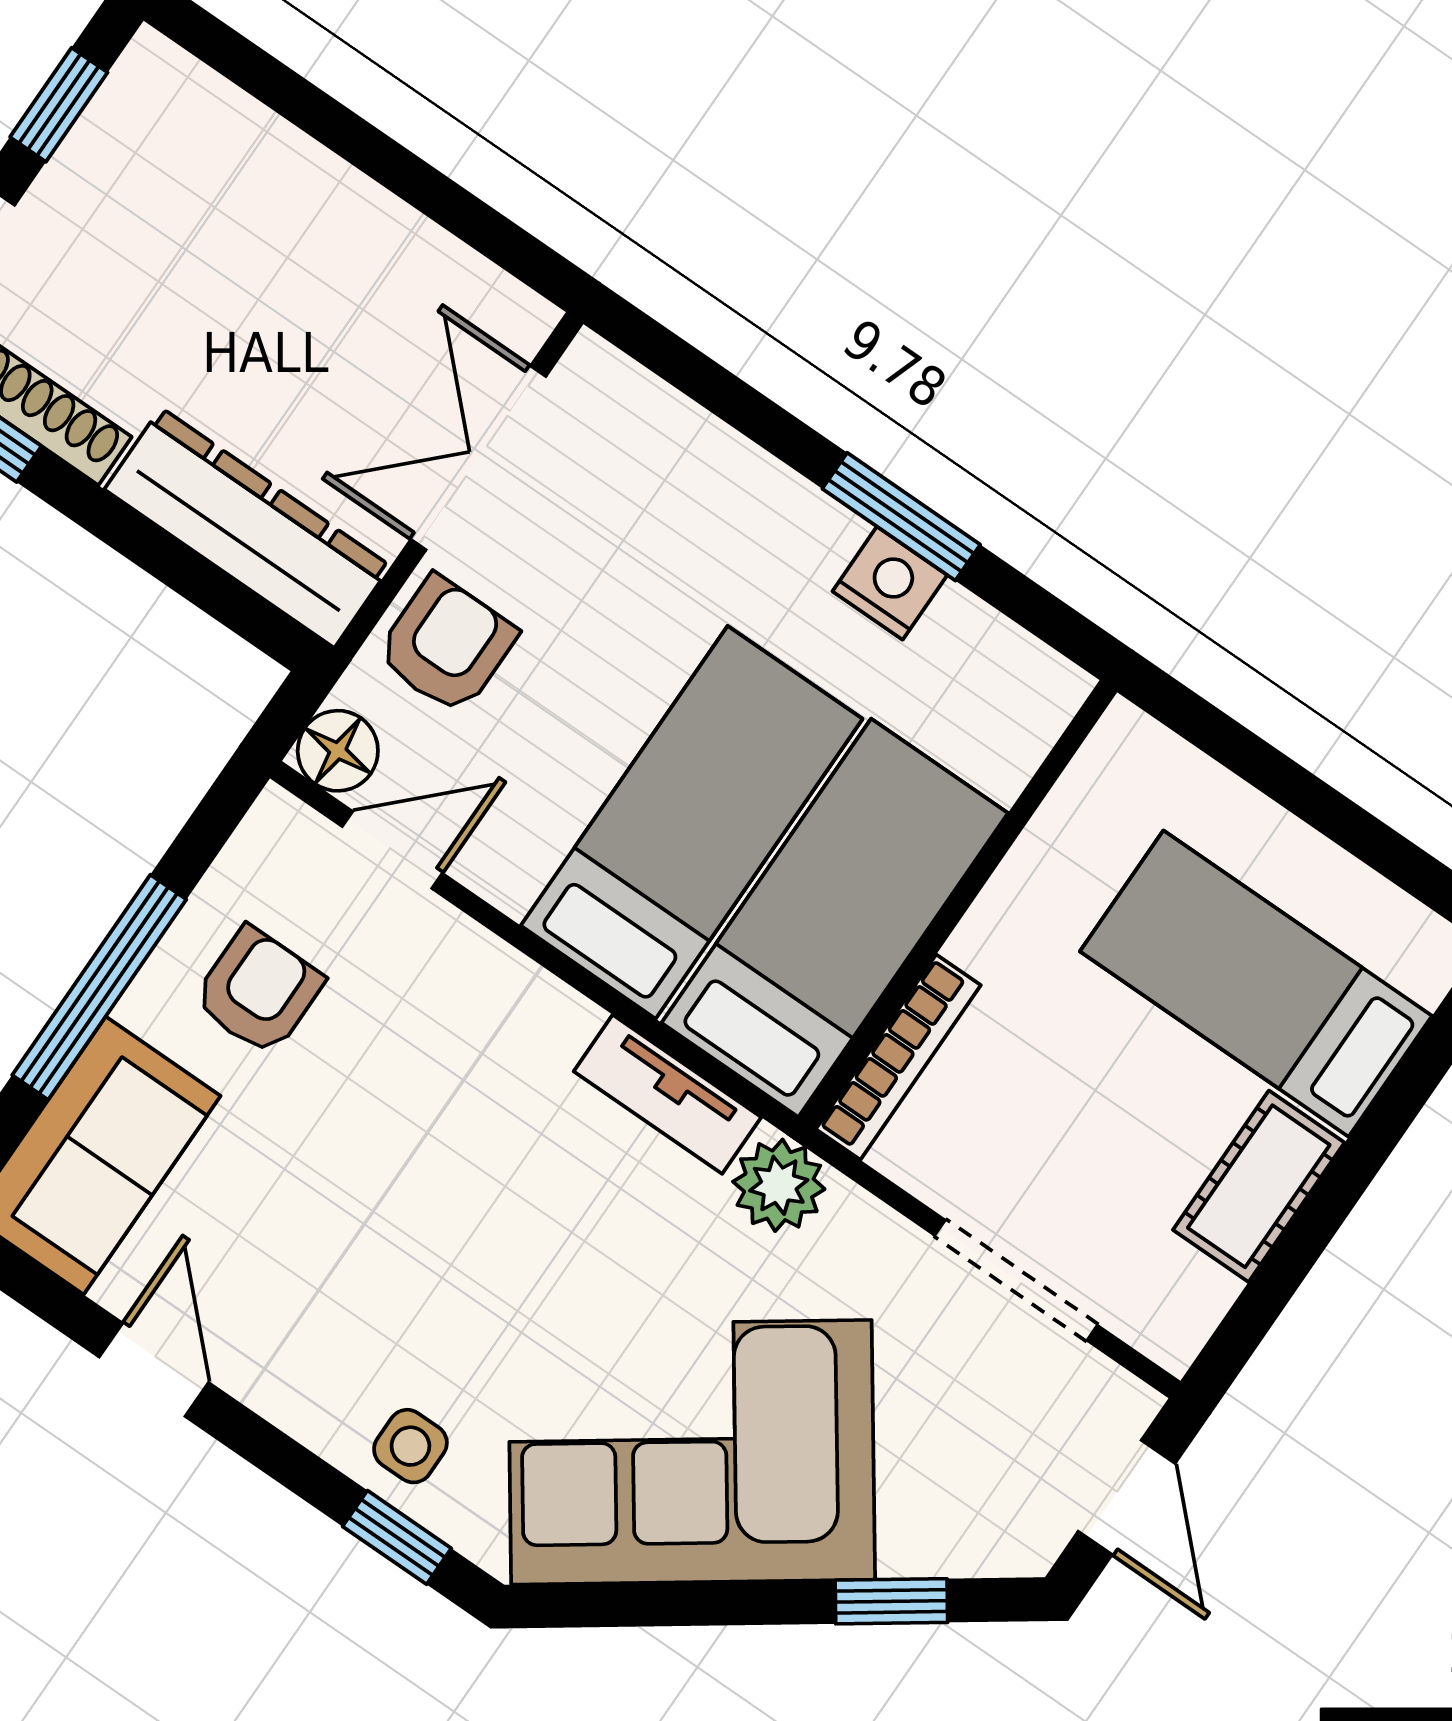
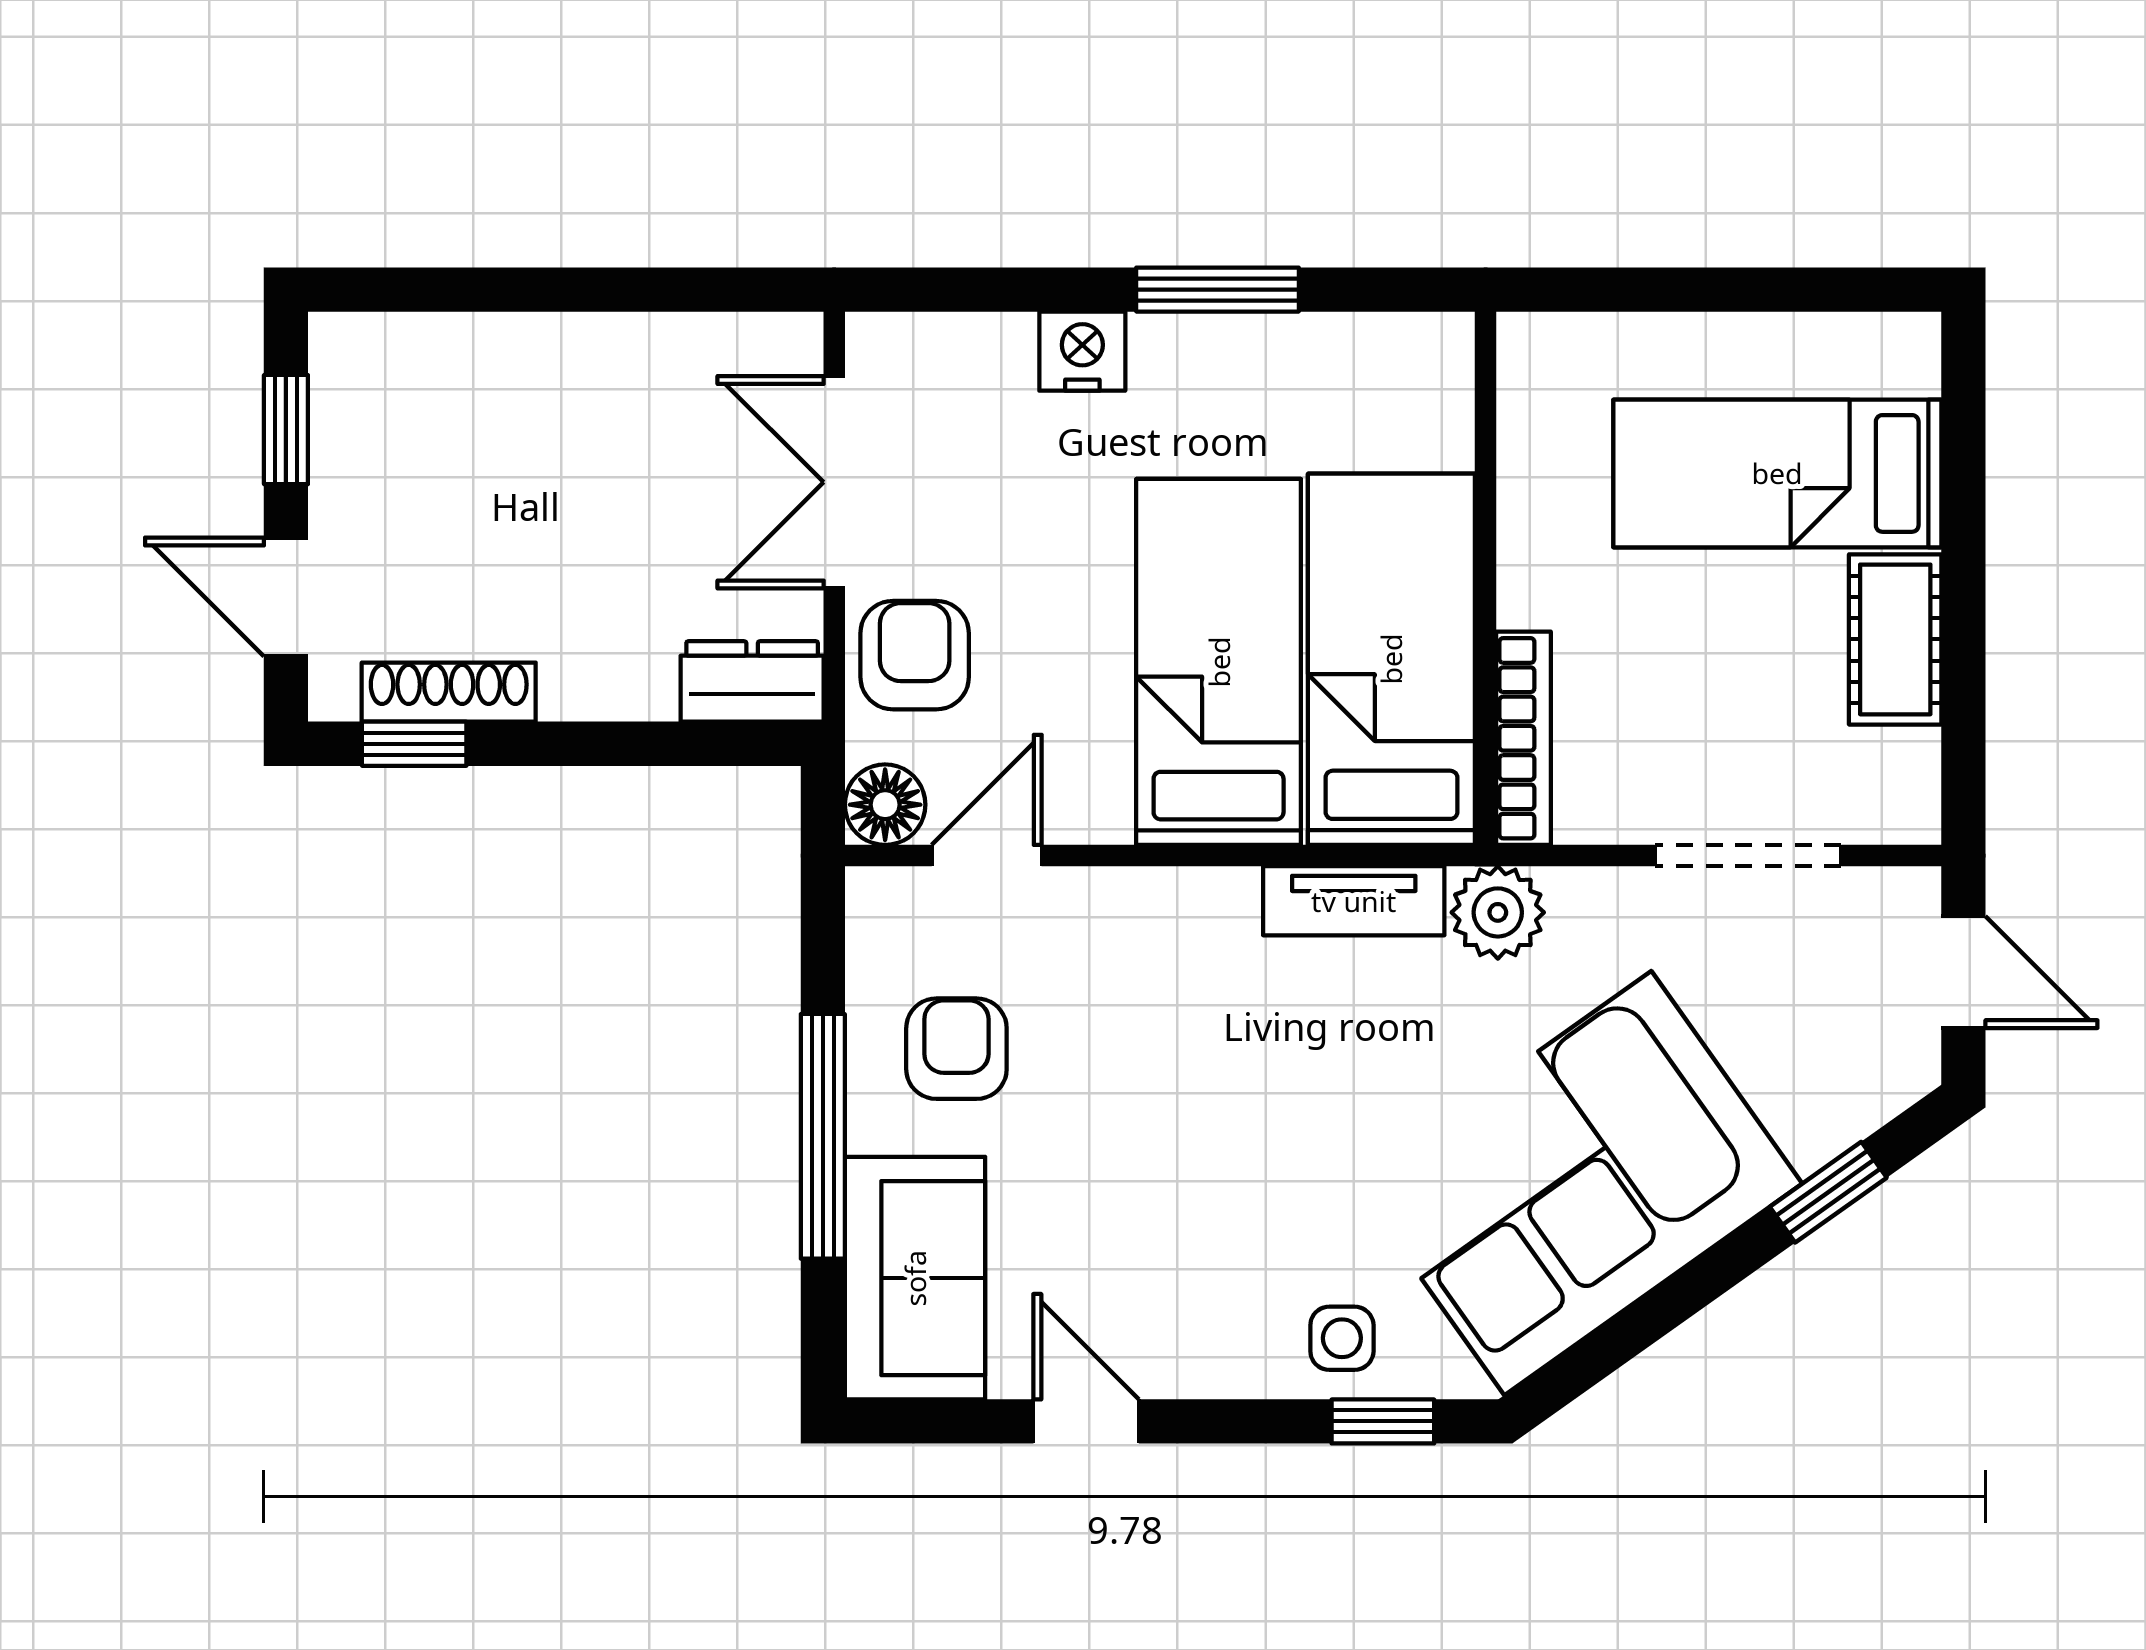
dresser: (248, 528) -> (752, 681), width x0.51, depth x0.80
nightstand: (890, 583) -> (1082, 351), moved

